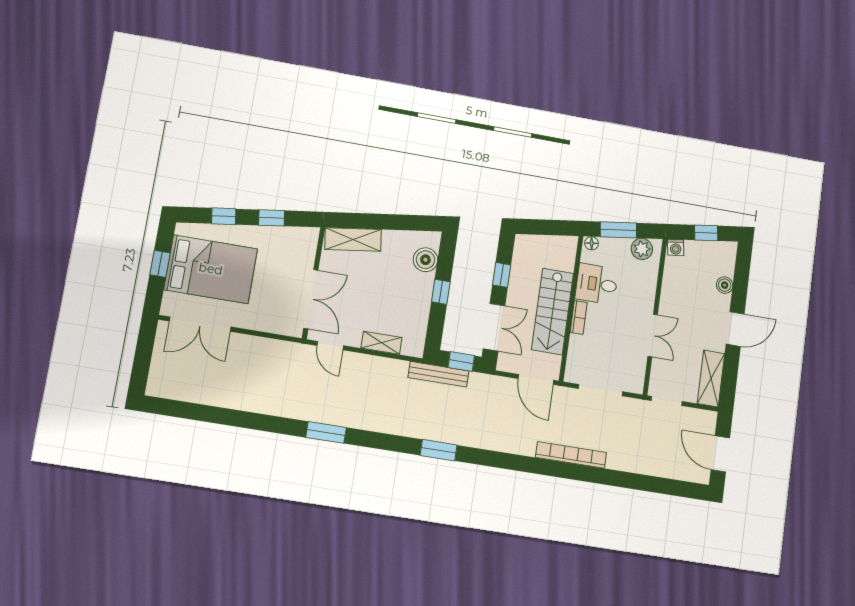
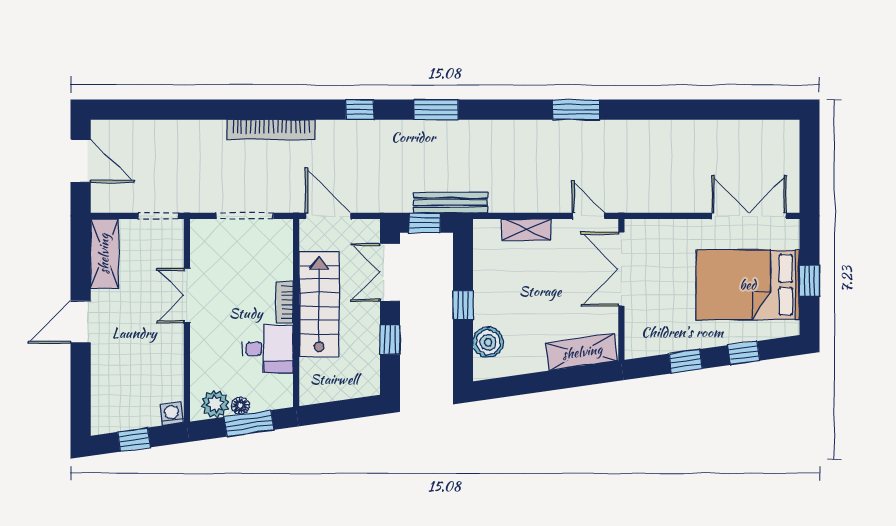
floor lamp: (592, 243) -> (240, 406), moved
boiler: (725, 285) -> (101, 376), removed
window: (499, 460) -> (360, 110), added

